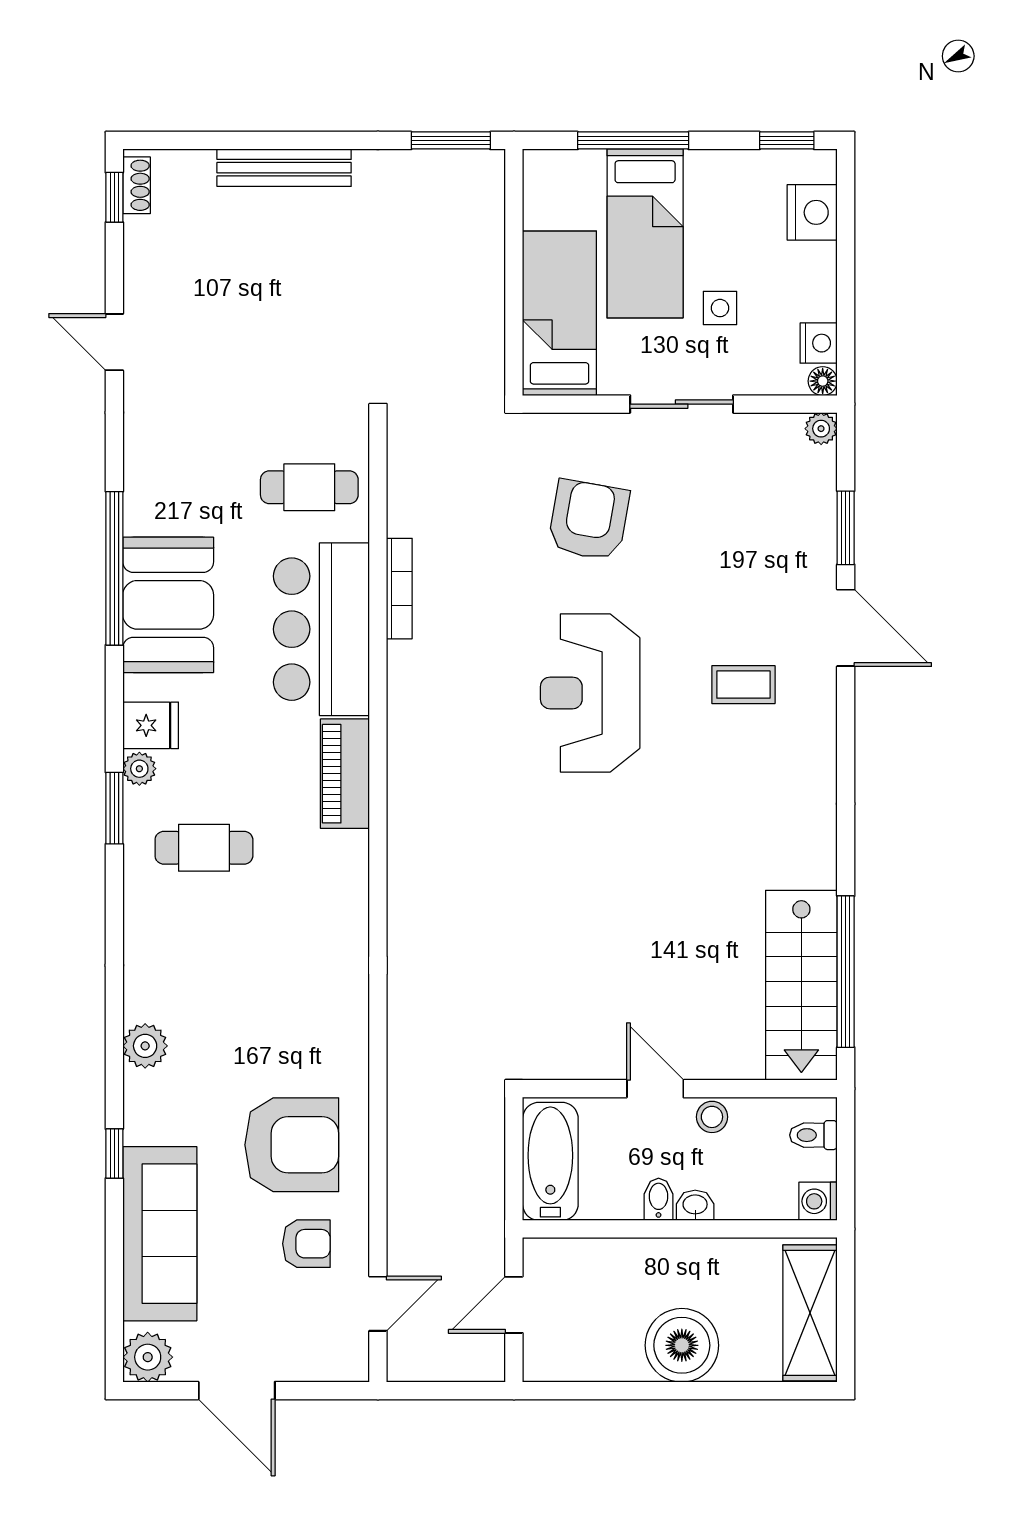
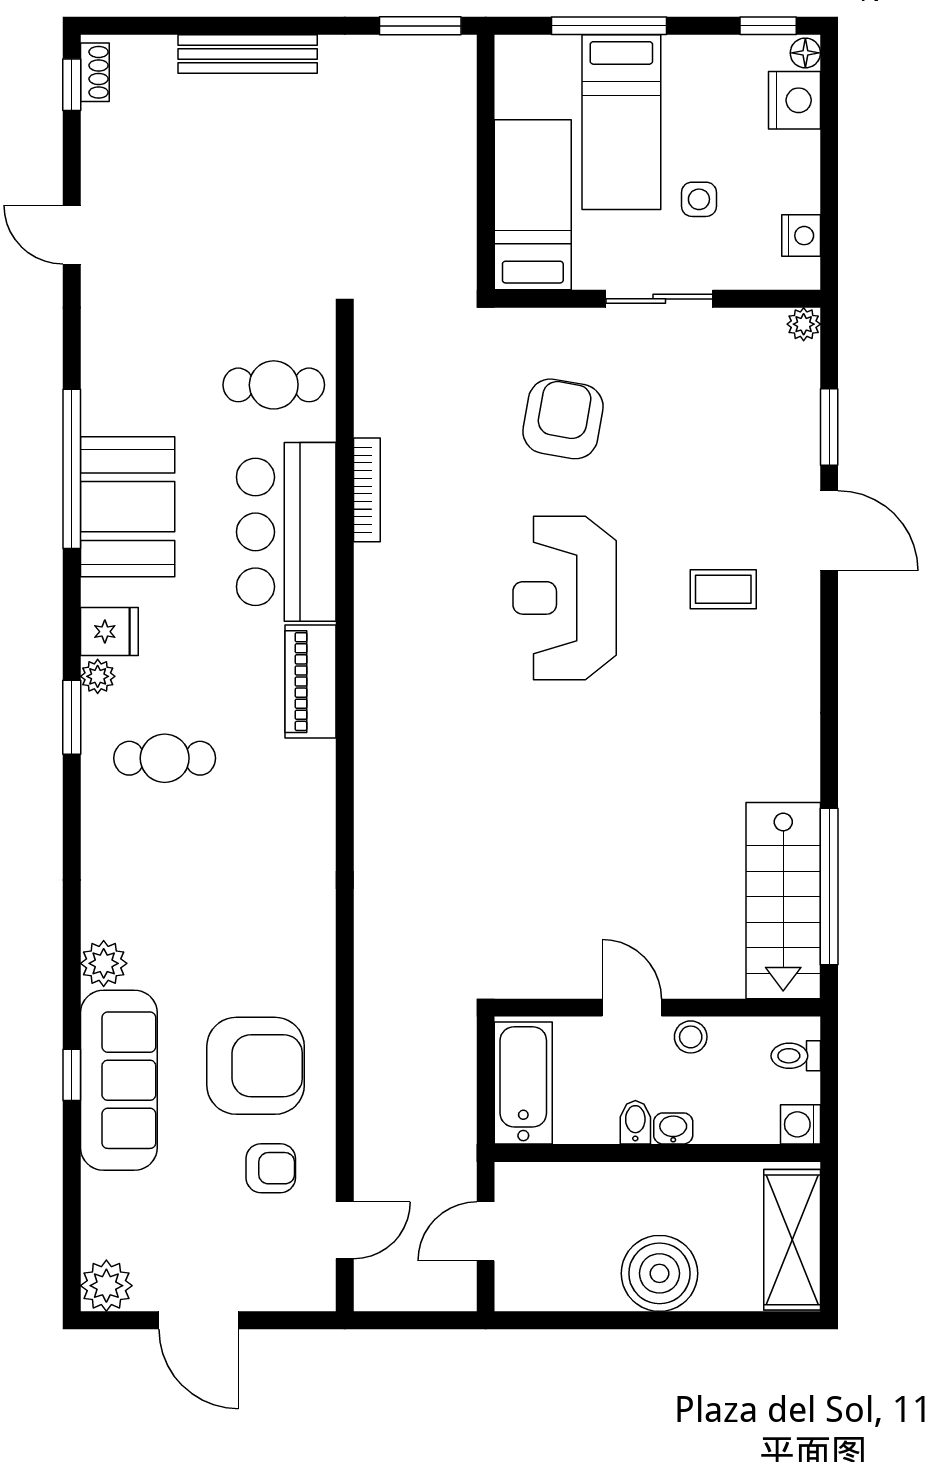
floor lamp: (823, 381) -> (805, 53), moved
sofa: (160, 1234) -> (119, 1080), moved

